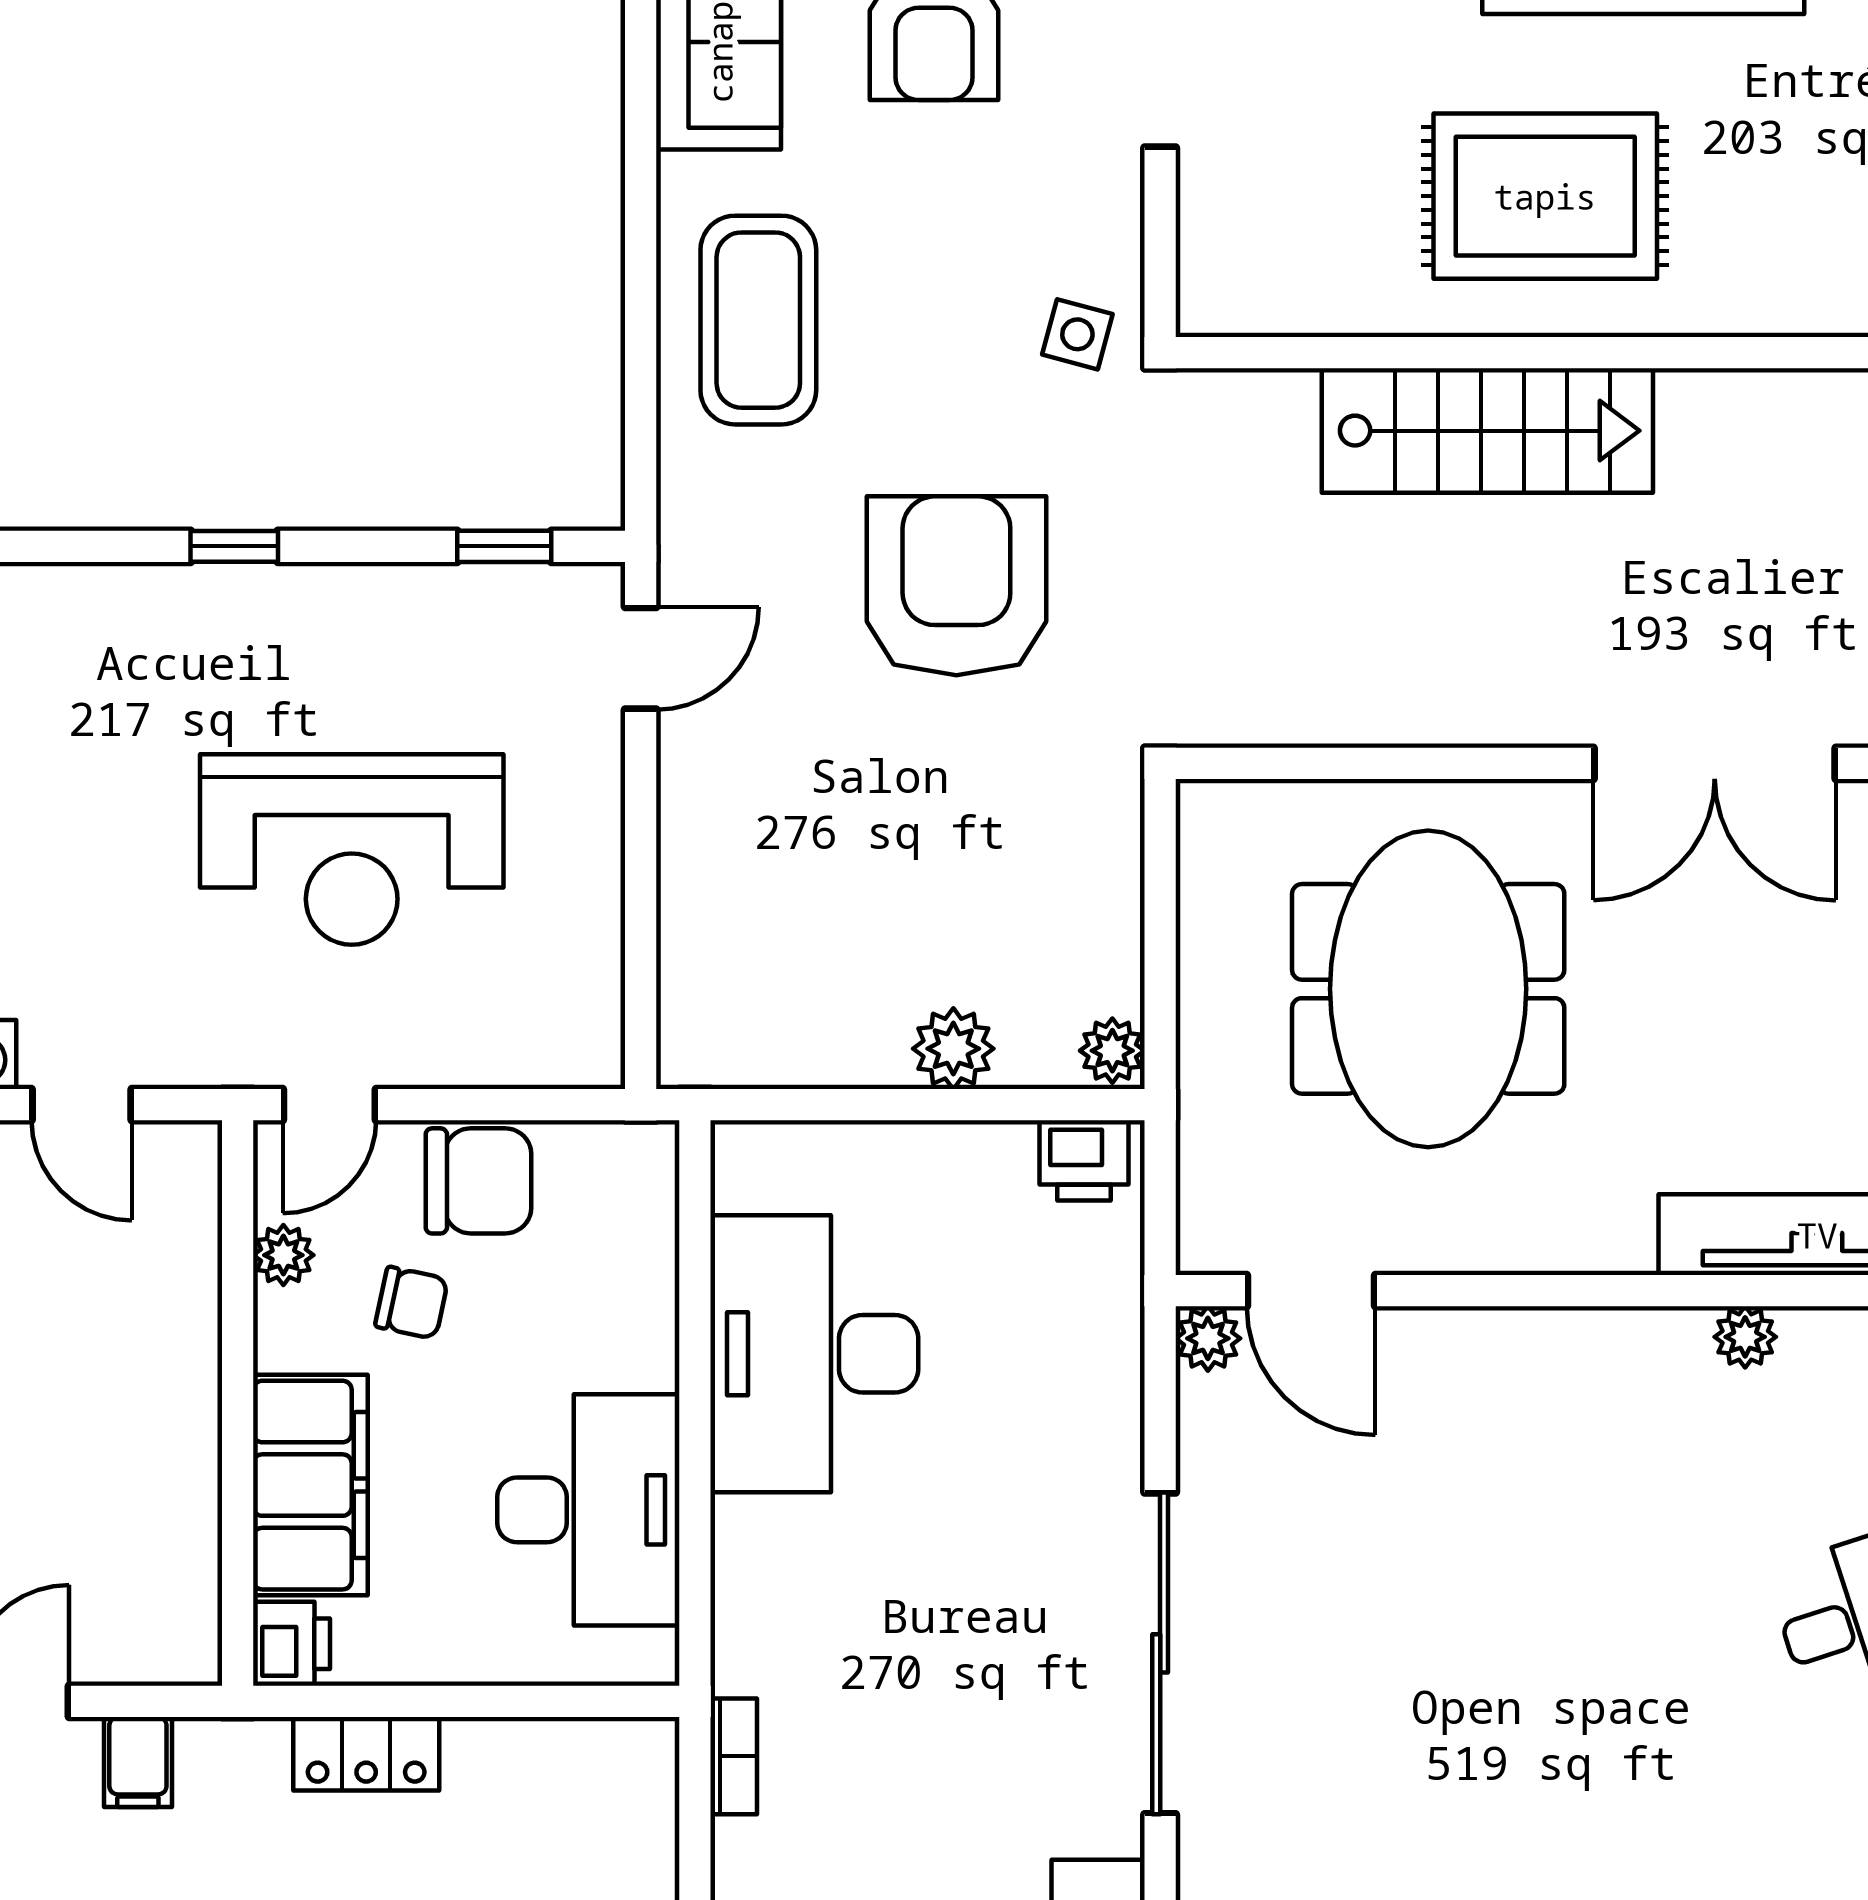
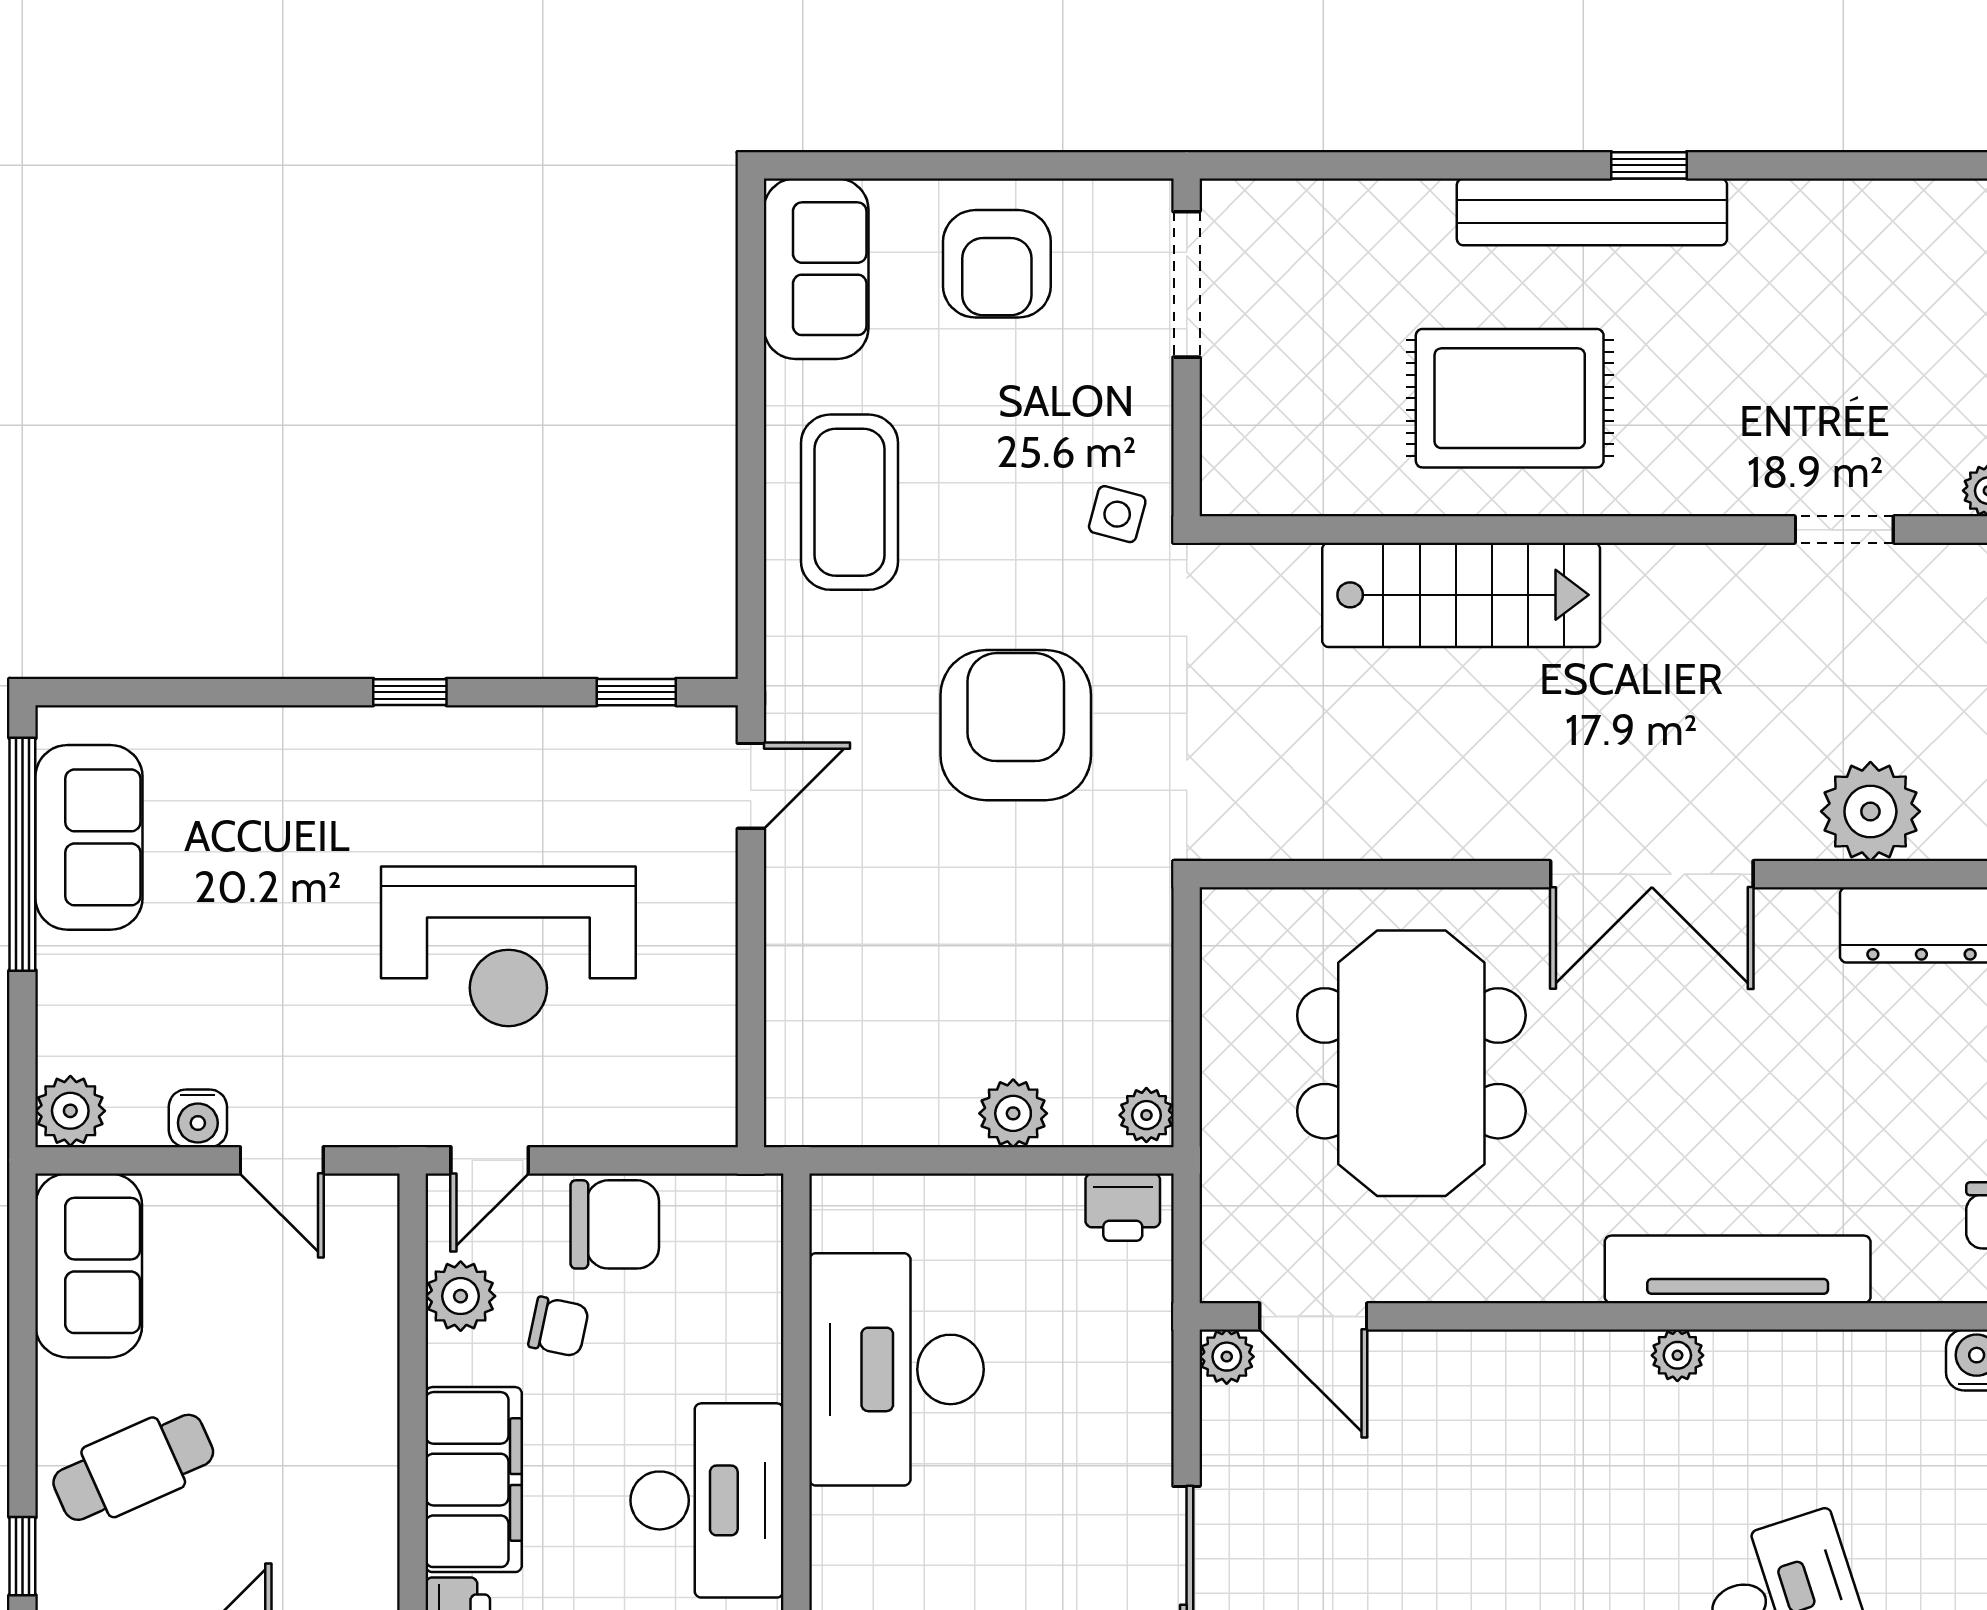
plant: (283, 1255) -> (461, 1296), width x1.38, depth x1.38

